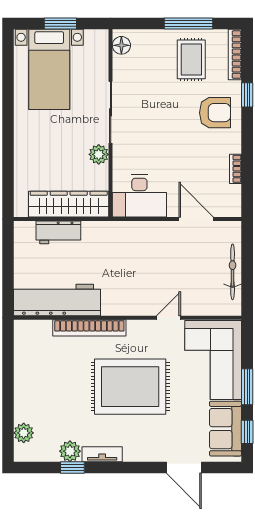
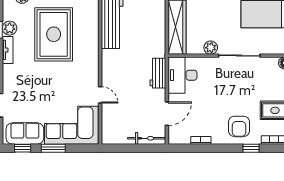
workbench: (58, 232) -> (158, 73), moved
bicycle: (233, 272) -> (147, 138), moved
bookcase: (89, 328) -> (93, 41), removed
rug: (130, 387) -> (54, 34), moved

